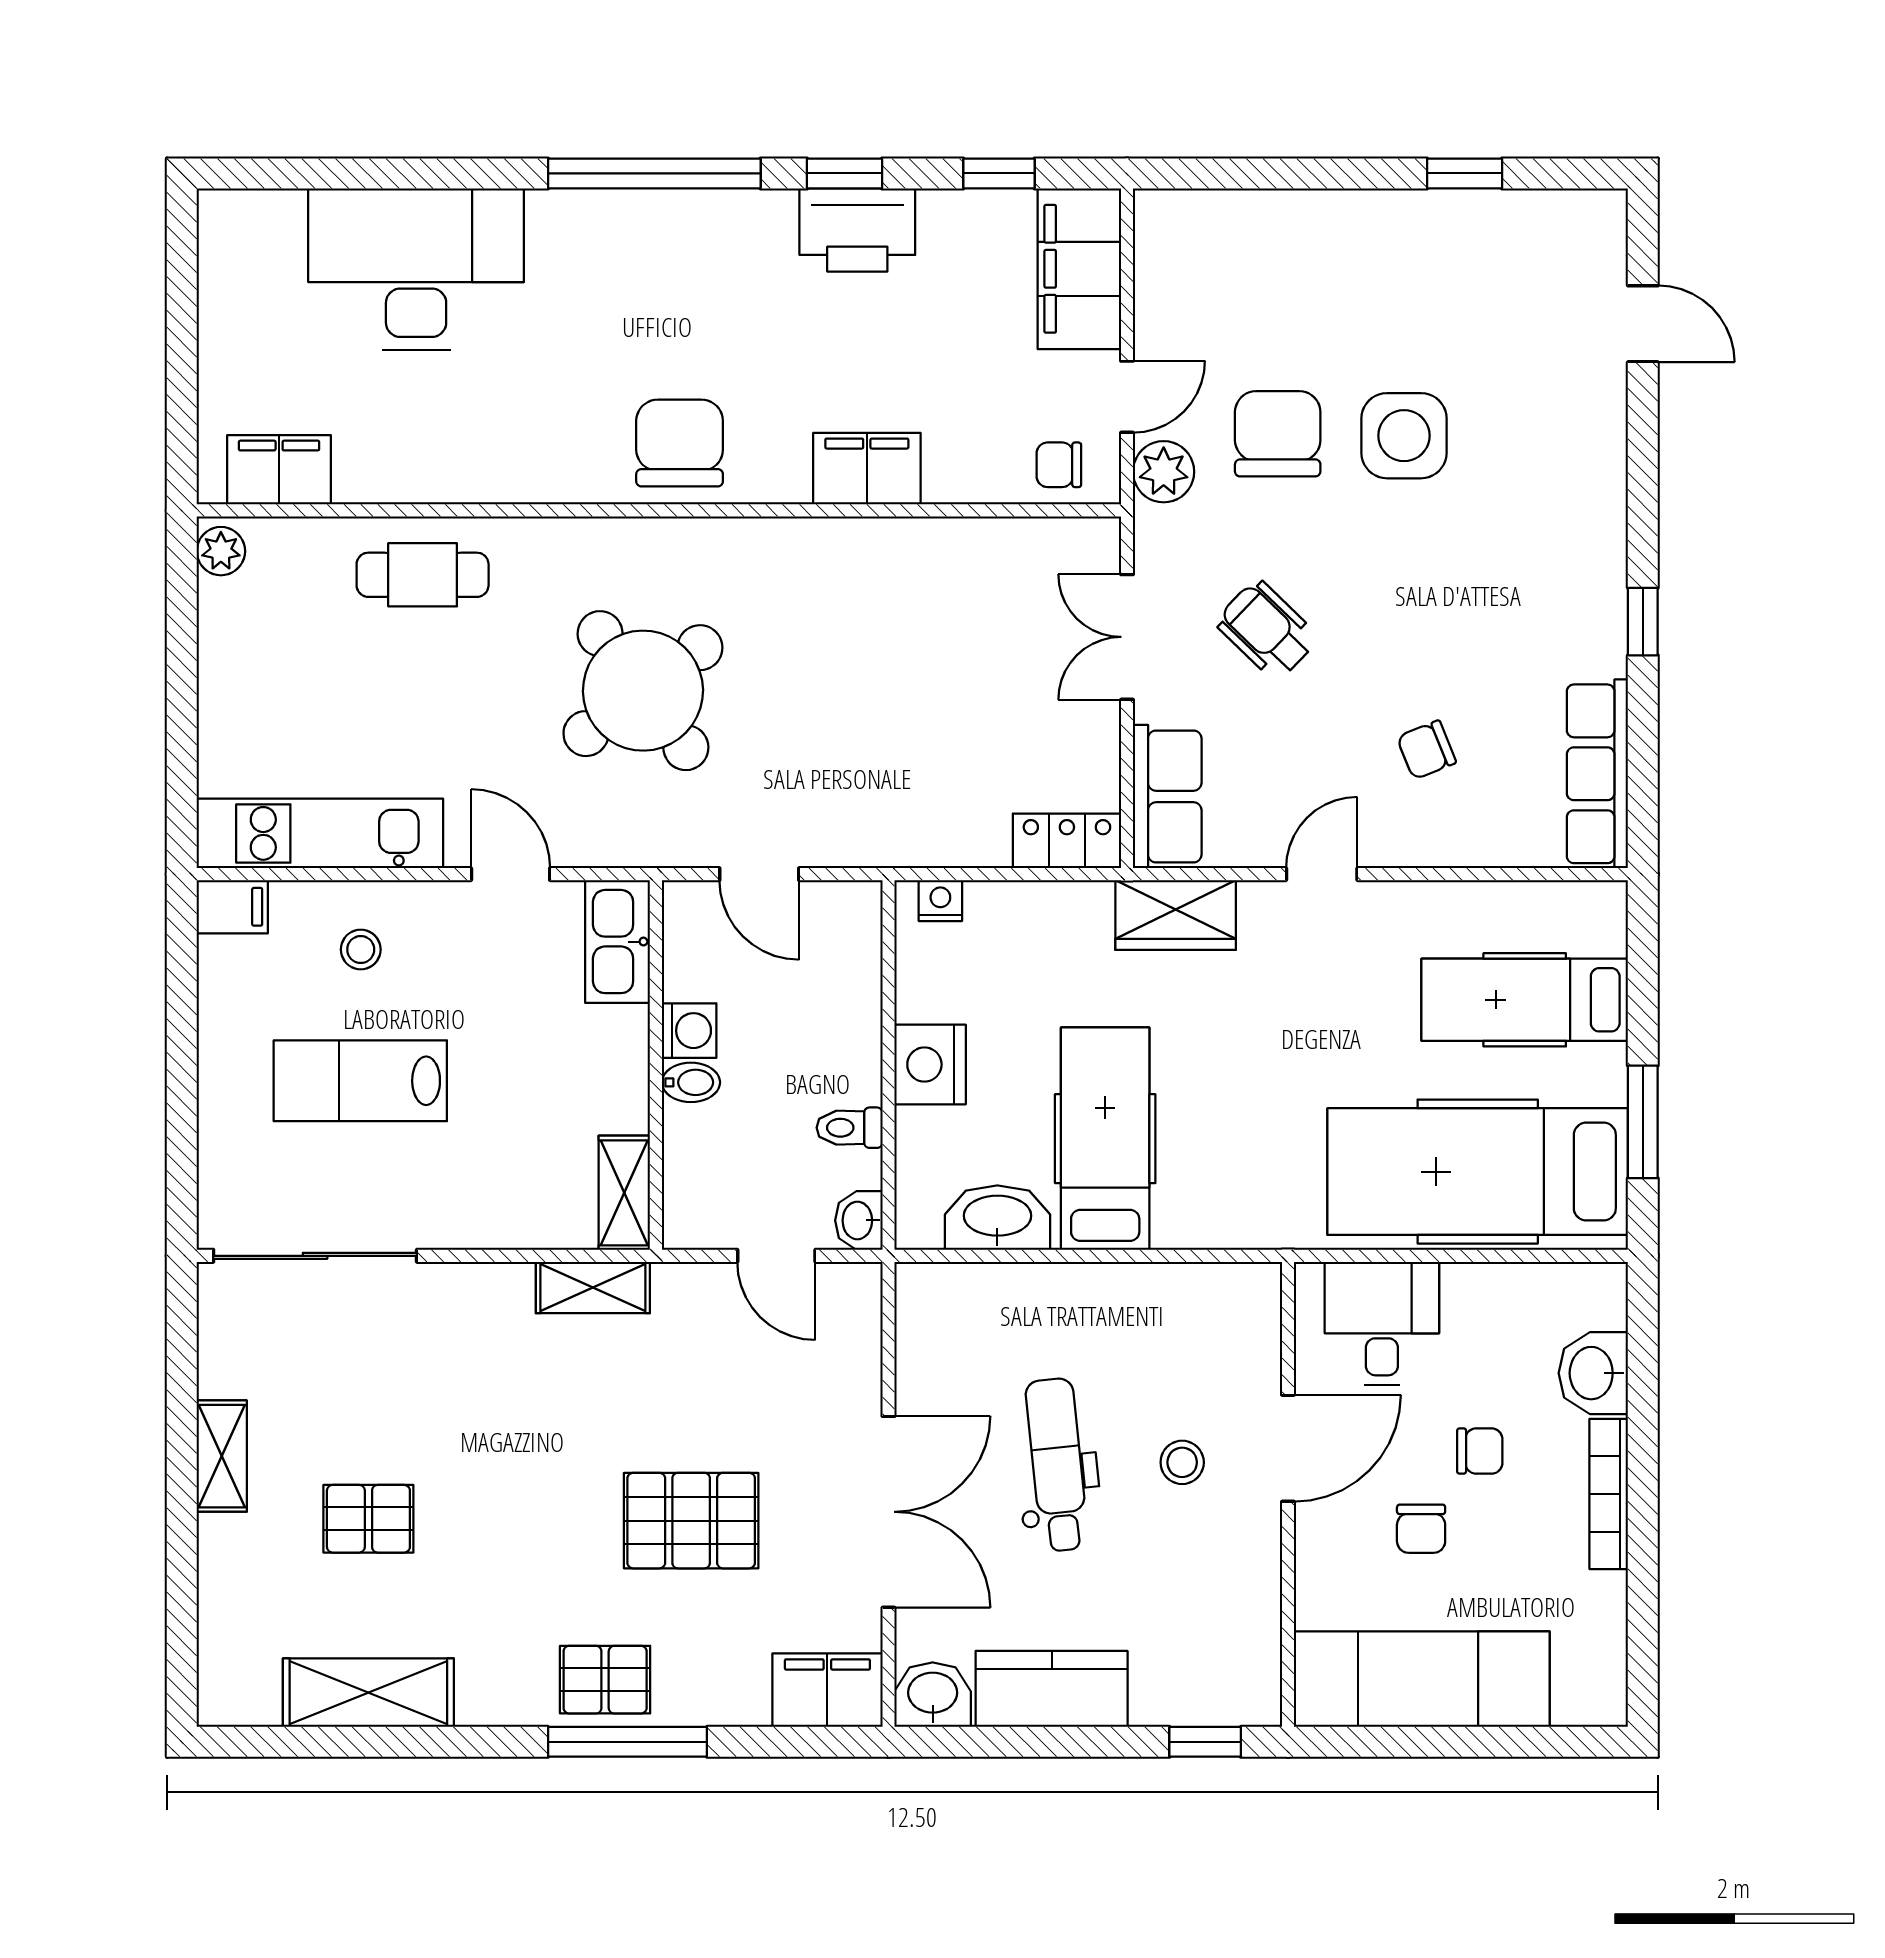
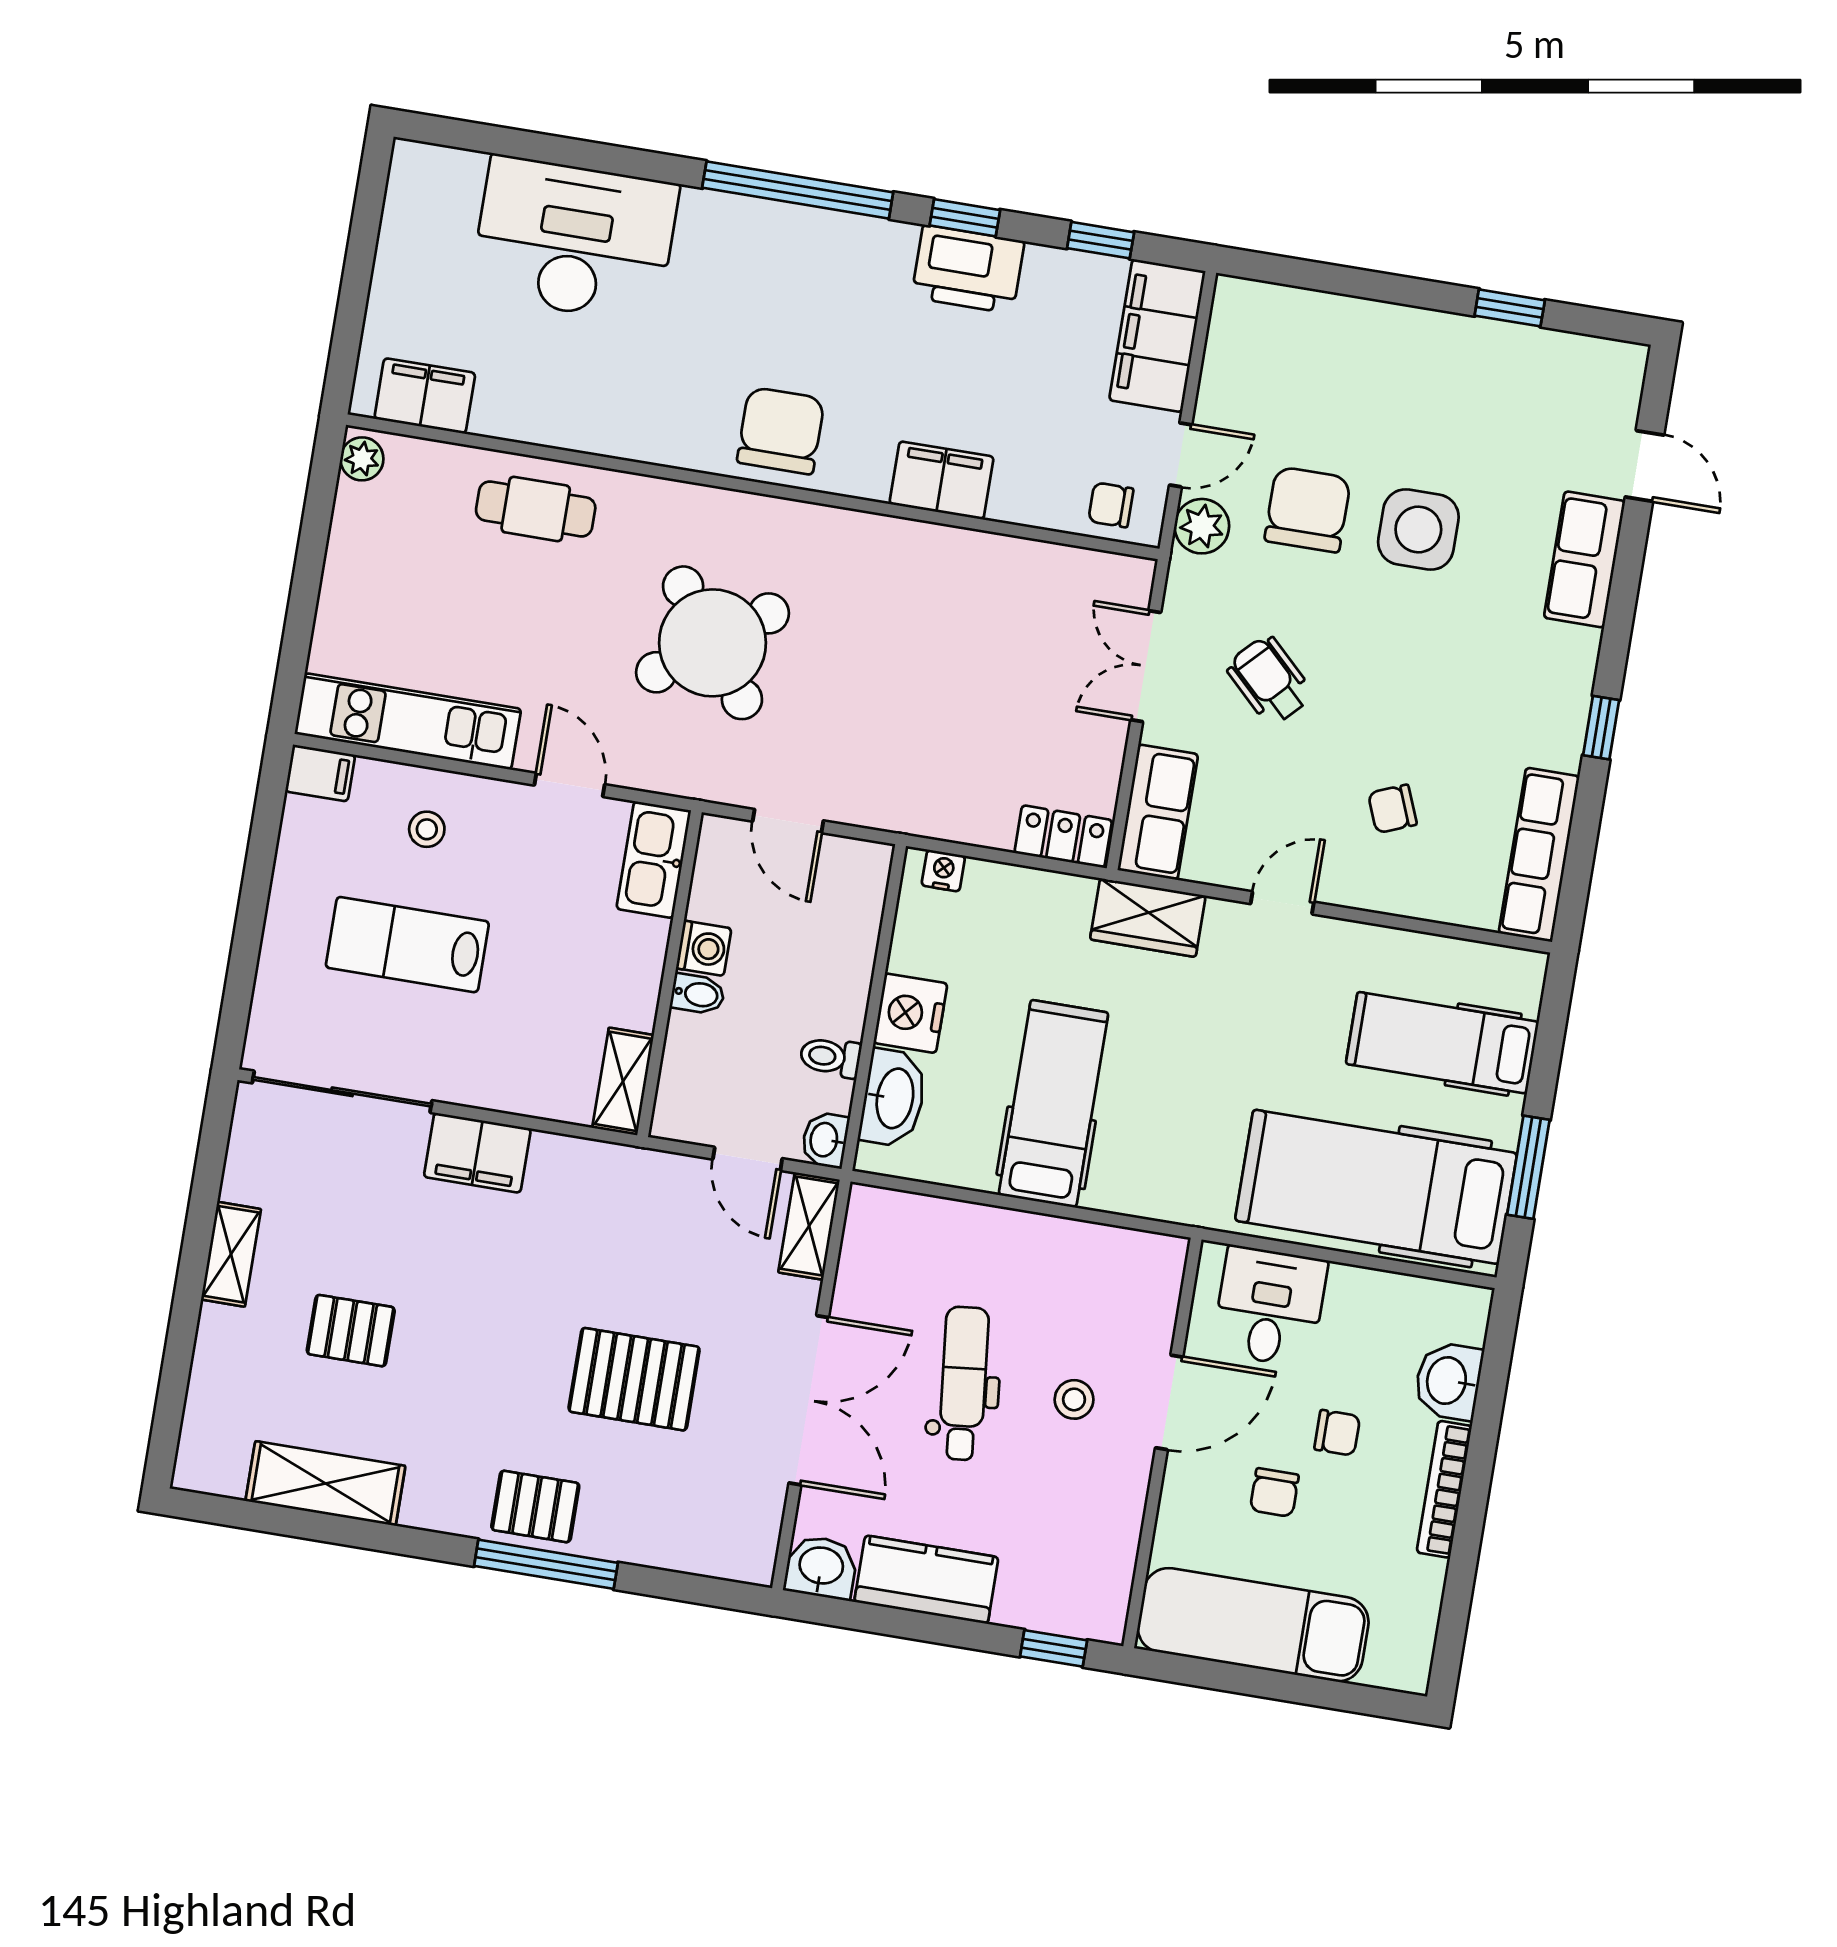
row of seats: (1593, 438) -> (1584, 559), added
washbasin: (997, 1218) -> (893, 1098), moved, turned 90
shelving: (593, 1287) -> (809, 1226), moved, turned 90
filing cabinet: (827, 1690) -> (477, 1153), moved, turned 180

